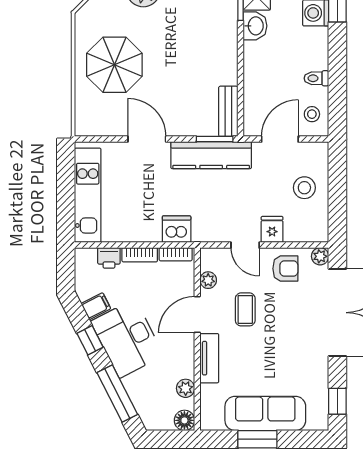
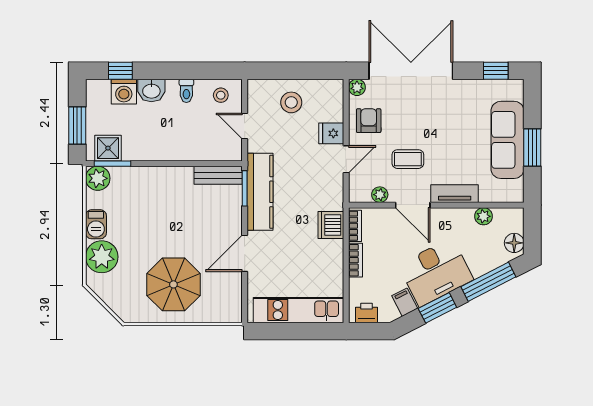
washbasin: (255, 26) -> (151, 91), moved, turned 180
door: (280, 139) -> (245, 126), width x0.73
printer: (109, 258) -> (367, 313), moved, turned -90
window: (90, 340) -> (437, 308), width x1.50
floor lamp: (184, 420) -> (514, 243), moved

